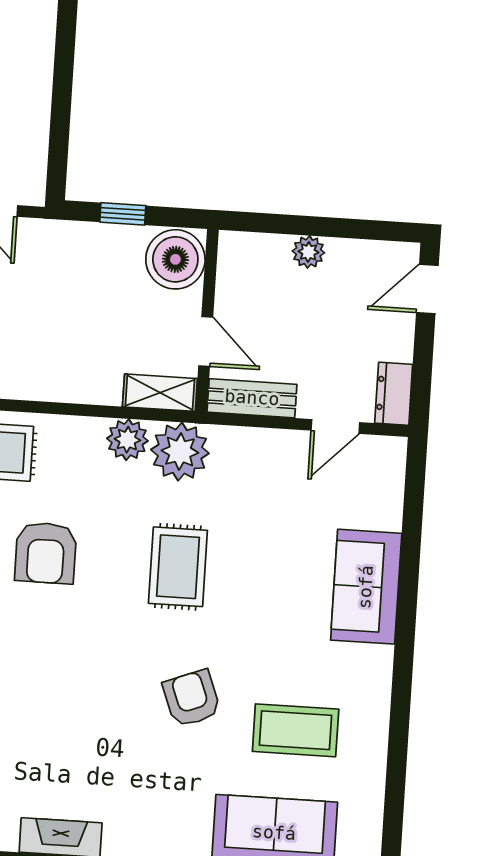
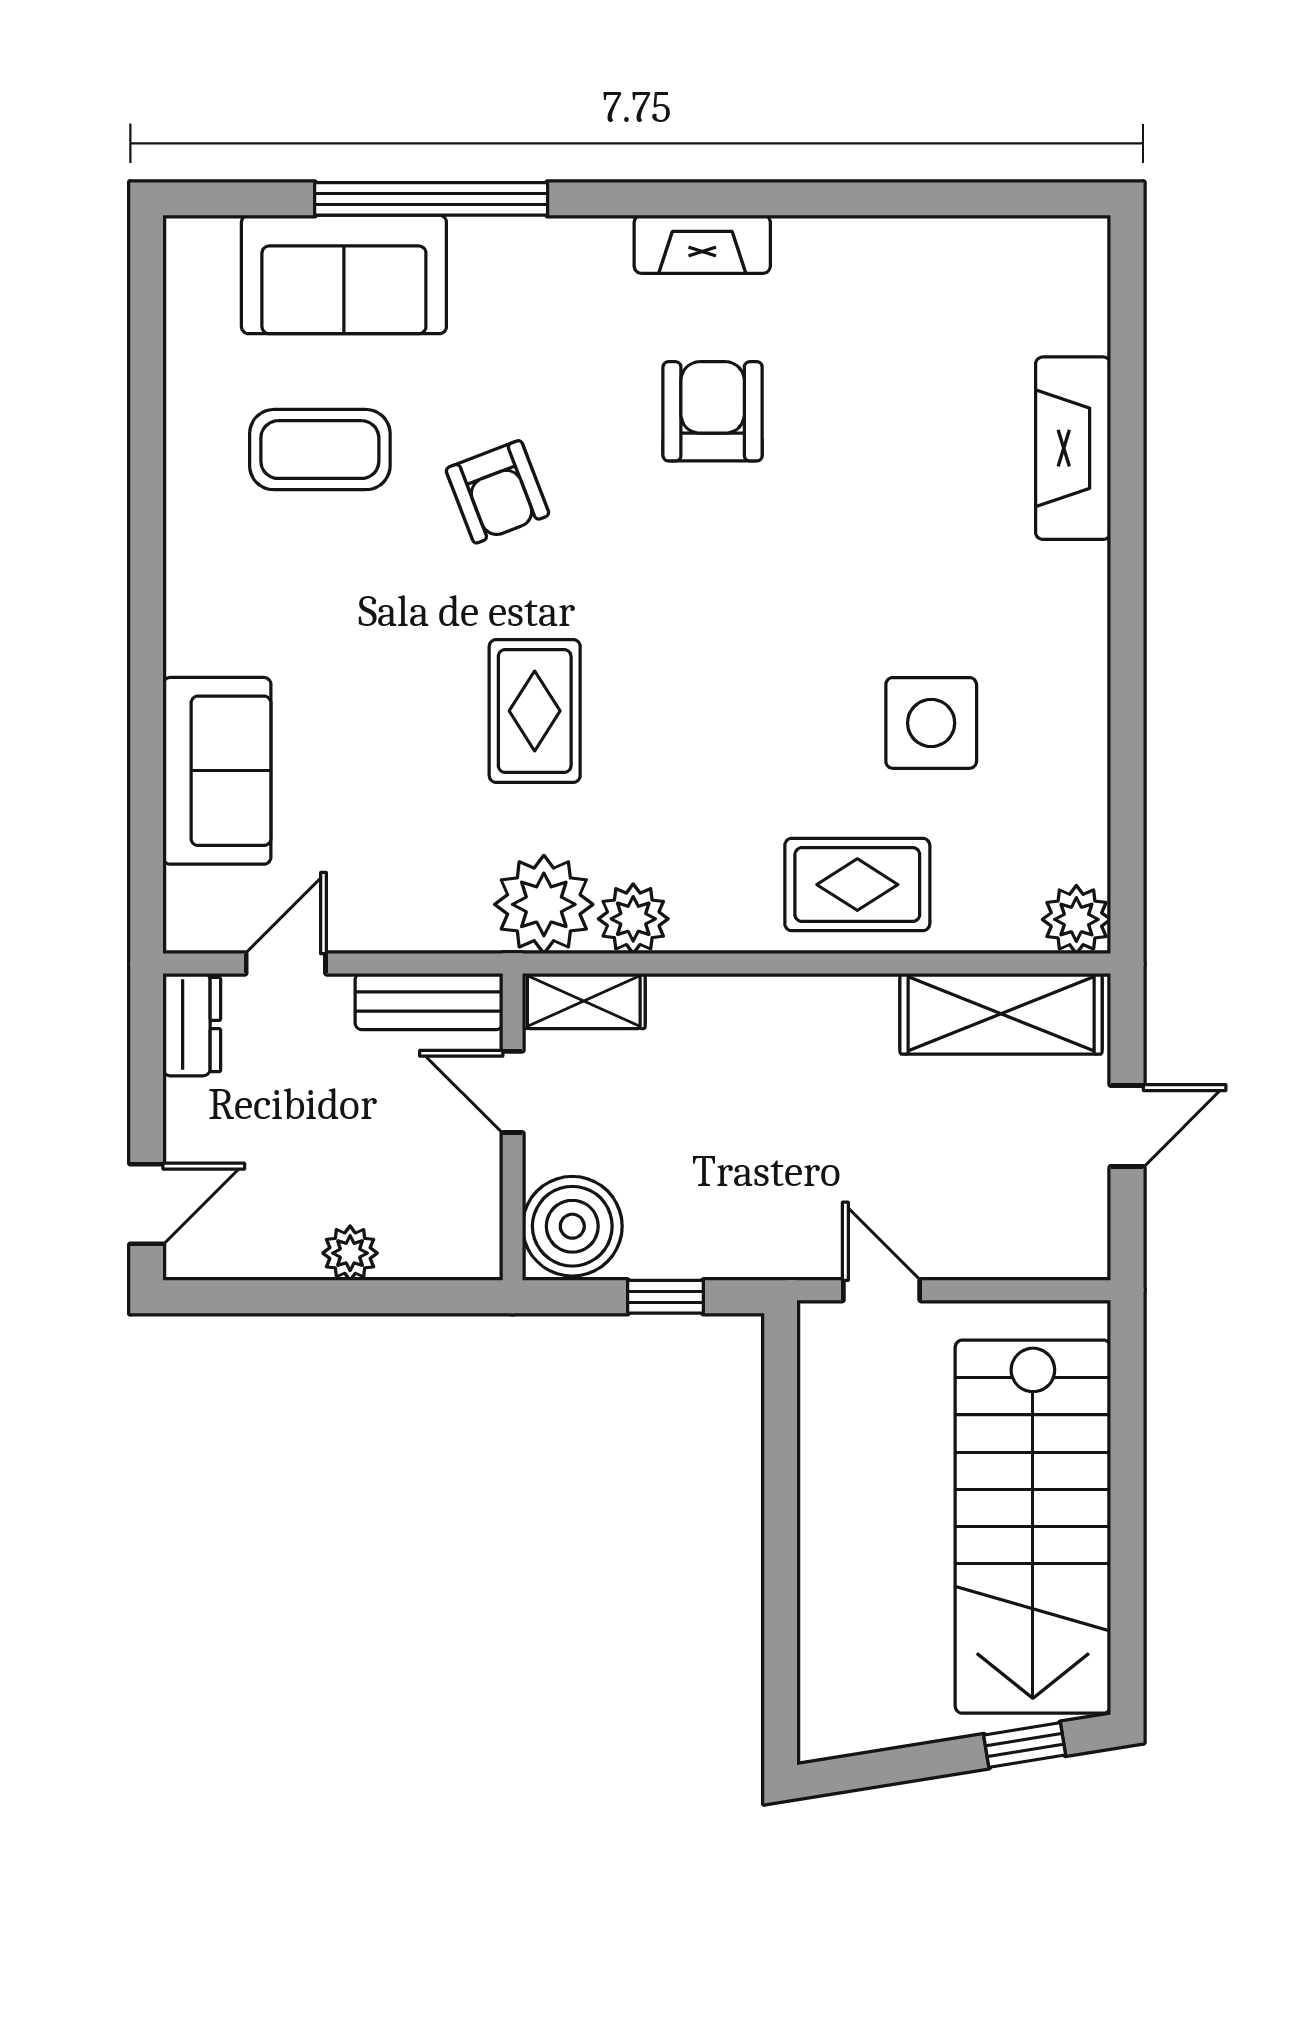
armchair: (46, 553) -> (713, 411), moved
sofa: (366, 587) -> (217, 771), moved

